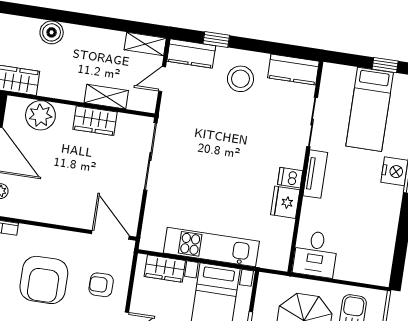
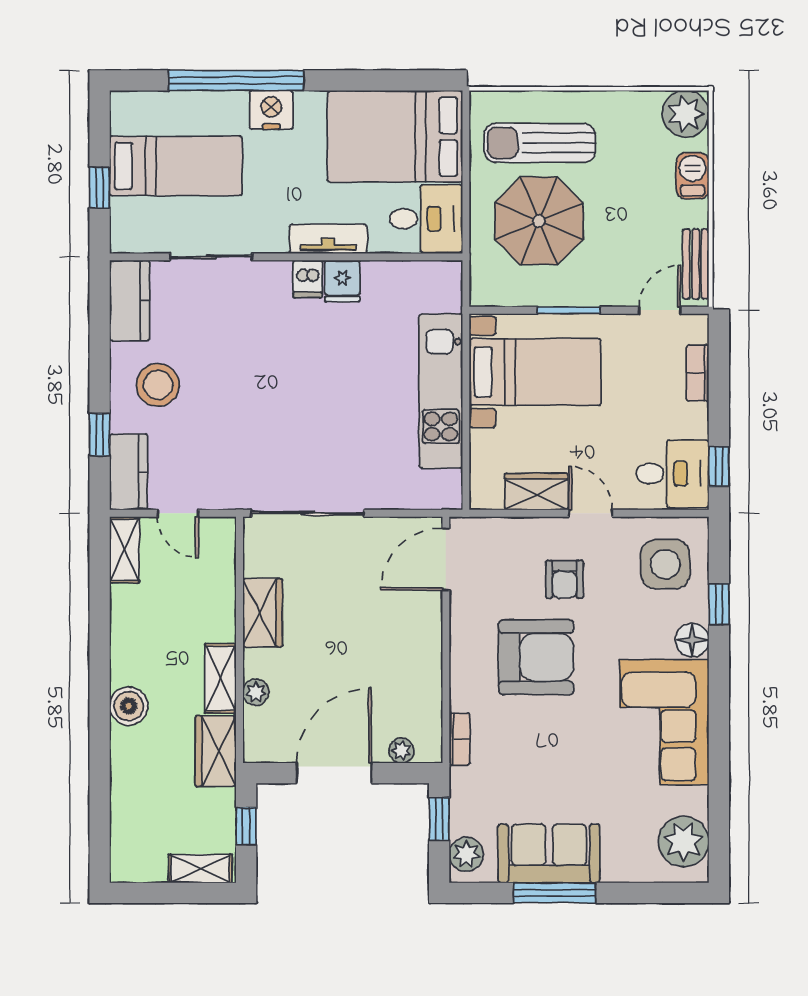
window: (385, 65) -> (100, 187), moved
shelving: (106, 97) -> (220, 678), moved
plant: (40, 115) -> (256, 692), width x0.53, depth x0.53
tv unit: (315, 174) -> (328, 239), moved
fridge: (285, 202) -> (342, 281), width x0.72
bed: (367, 243) -> (395, 137), added
wardrobe: (165, 269) -> (536, 492), moved, turned -90
armchair: (101, 285) -> (564, 579), moved

